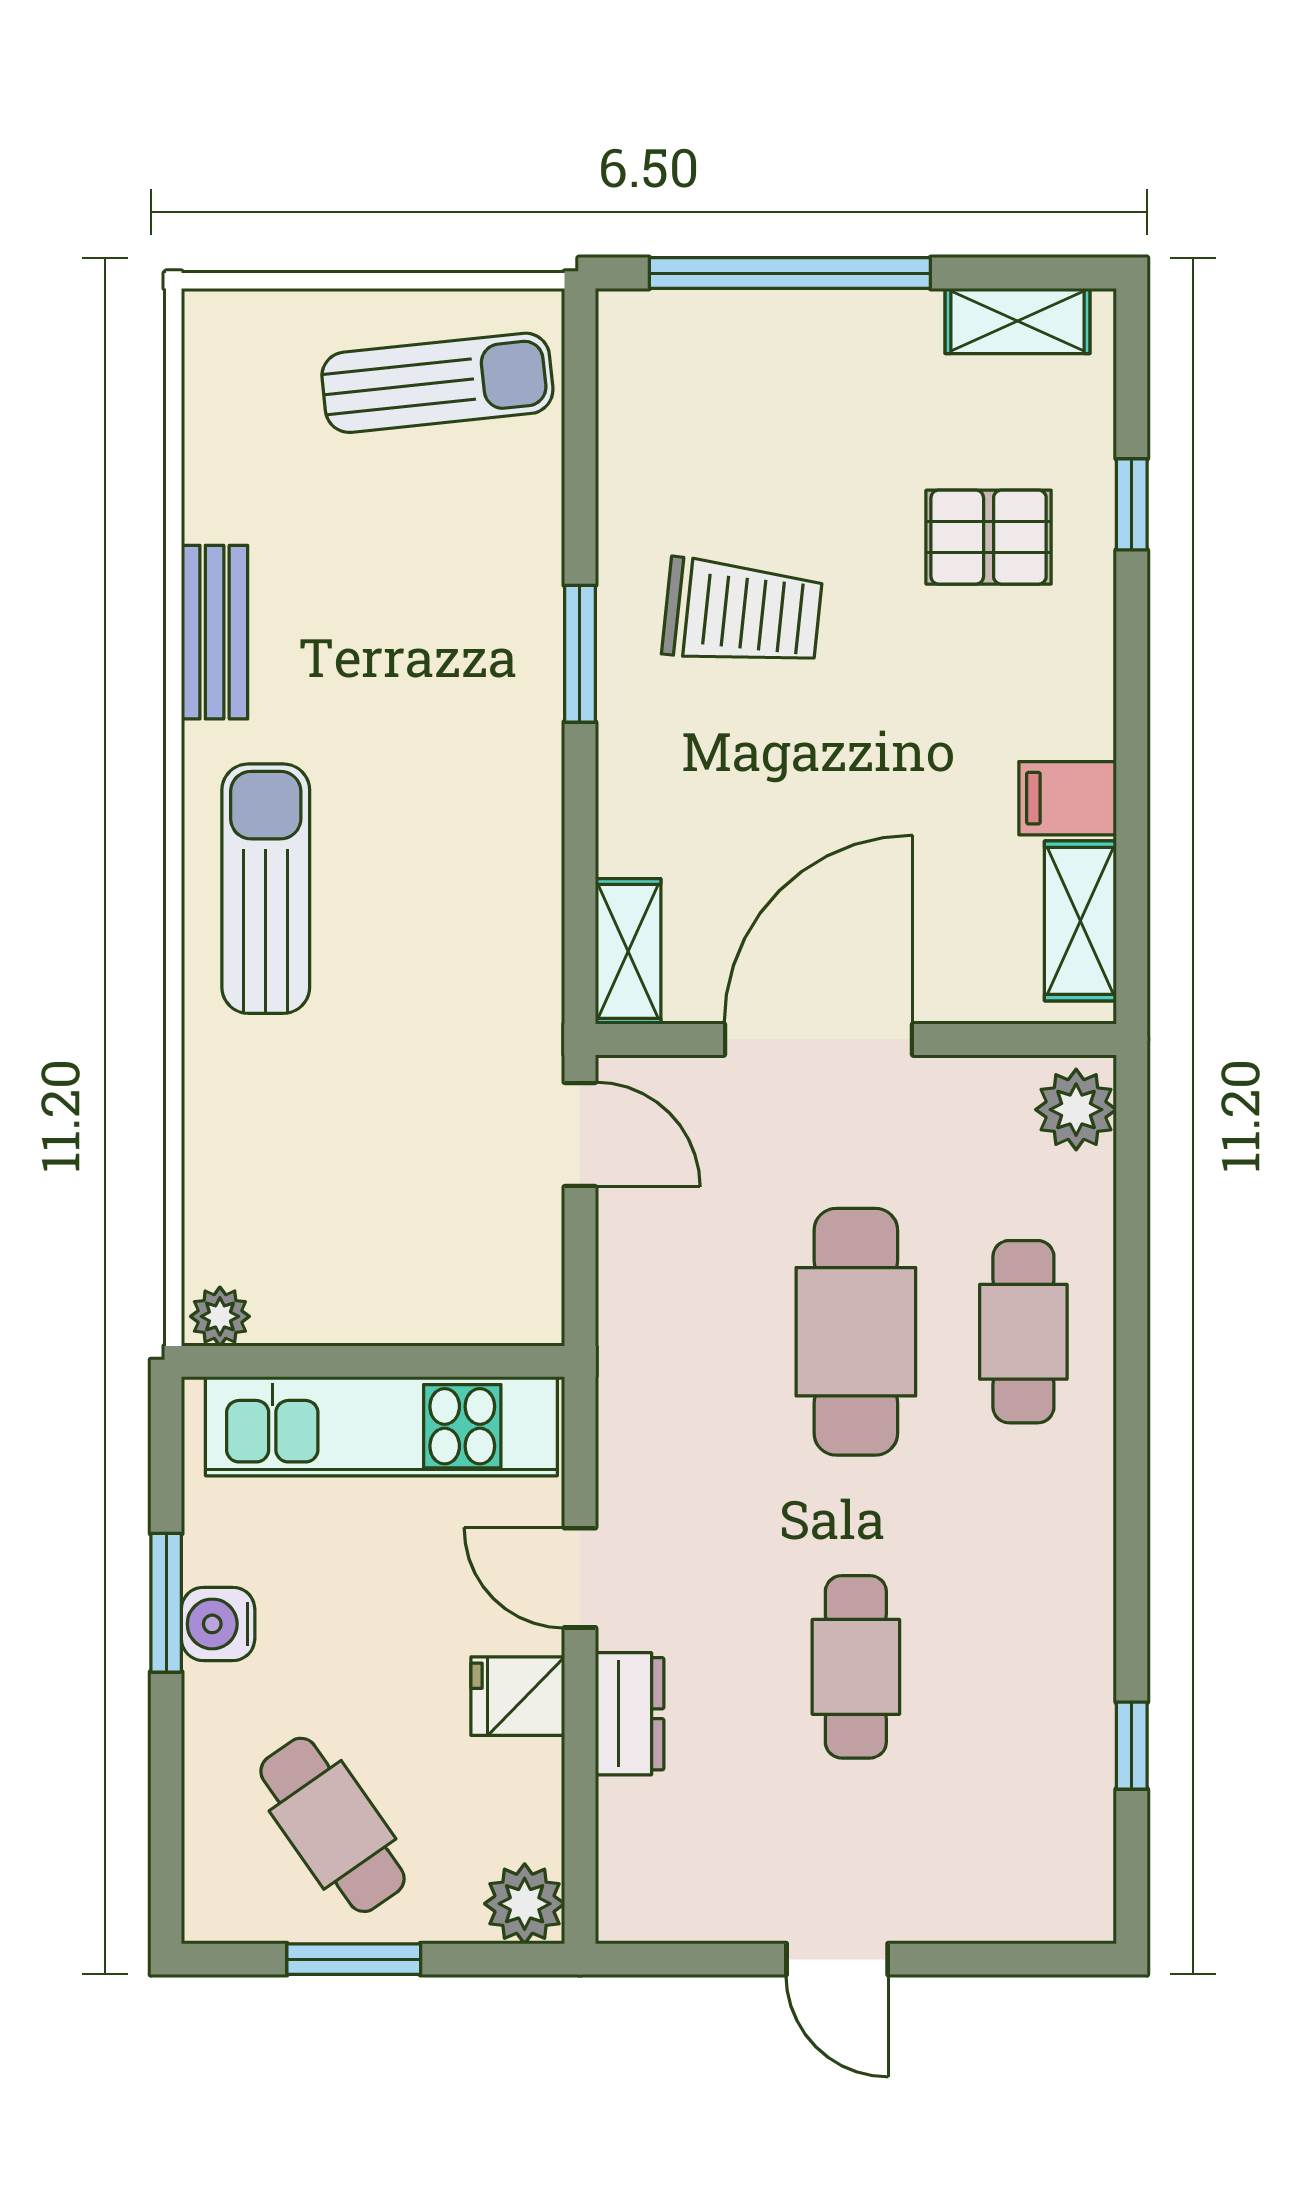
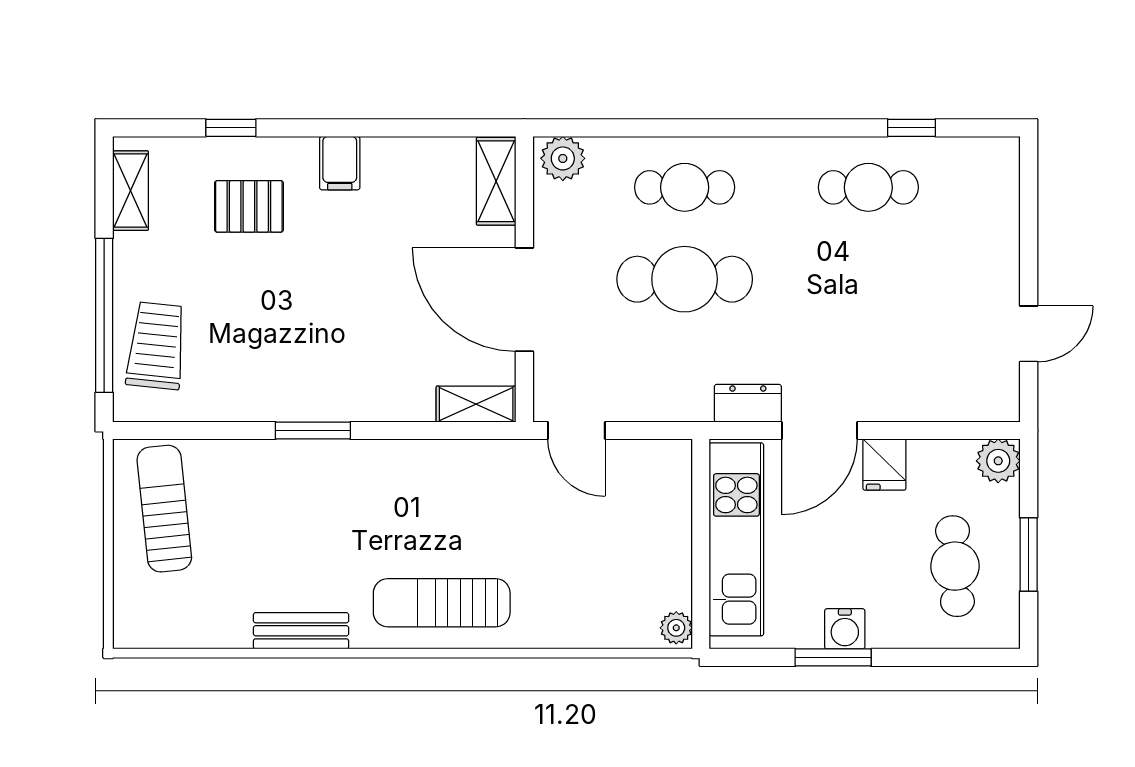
pallet: (989, 537) -> (249, 206), turned 90
trolley: (742, 613) -> (156, 346), moved
filing cabinet: (1068, 798) -> (340, 163), moved
shelving: (1080, 921) -> (496, 181), moved, turned 90
door: (580, 1135) -> (576, 430), swing flipped
door: (580, 1578) -> (820, 430), width x1.38
cafe table: (856, 1667) -> (868, 187), moved
dresser: (630, 1714) -> (748, 403), moved
cafe table: (332, 1825) -> (955, 566), turned -59
door: (837, 1959) -> (1029, 334), moved

